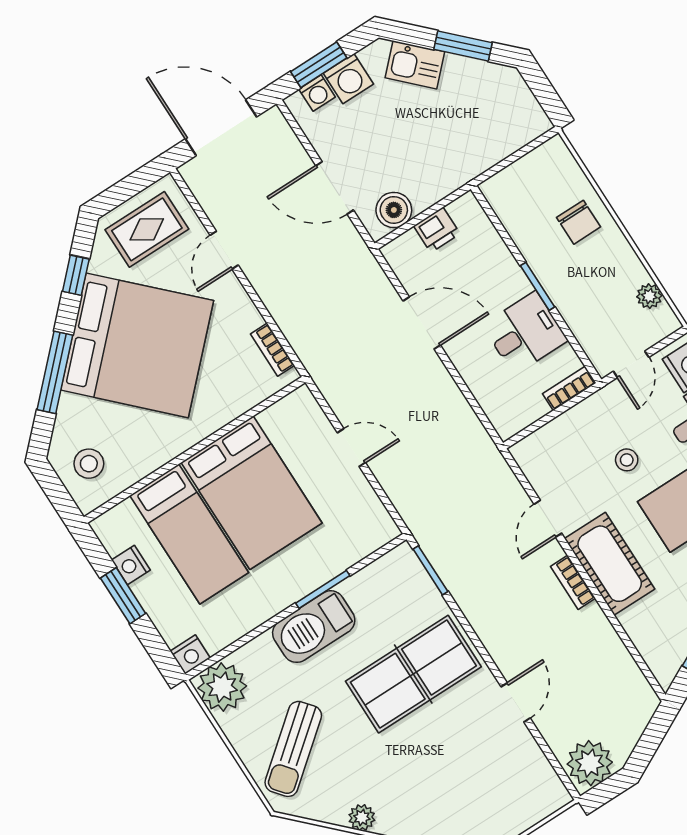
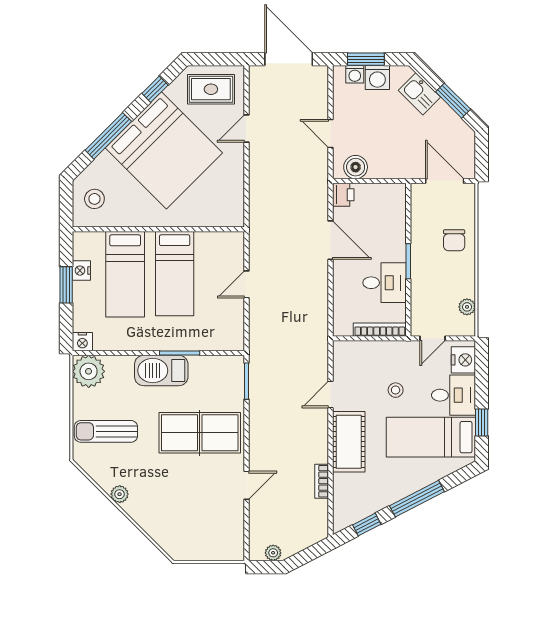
door: (518, 155) -> (445, 181), added
door: (335, 188) -> (331, 133), width x0.73
printer: (437, 230) -> (343, 195), moved, turned -90
bookcase: (273, 350) -> (238, 201), removed
bookcase: (569, 388) -> (380, 330), width x1.56
door: (351, 448) -> (247, 284), swing flipped
bed: (251, 493) -> (175, 274), width x0.67
bookcase: (573, 582) -> (322, 481), moved
sun lounger: (293, 749) -> (106, 431), turned 39
plant: (590, 763) -> (273, 553), width x0.53, depth x0.53

